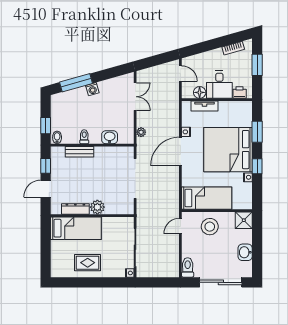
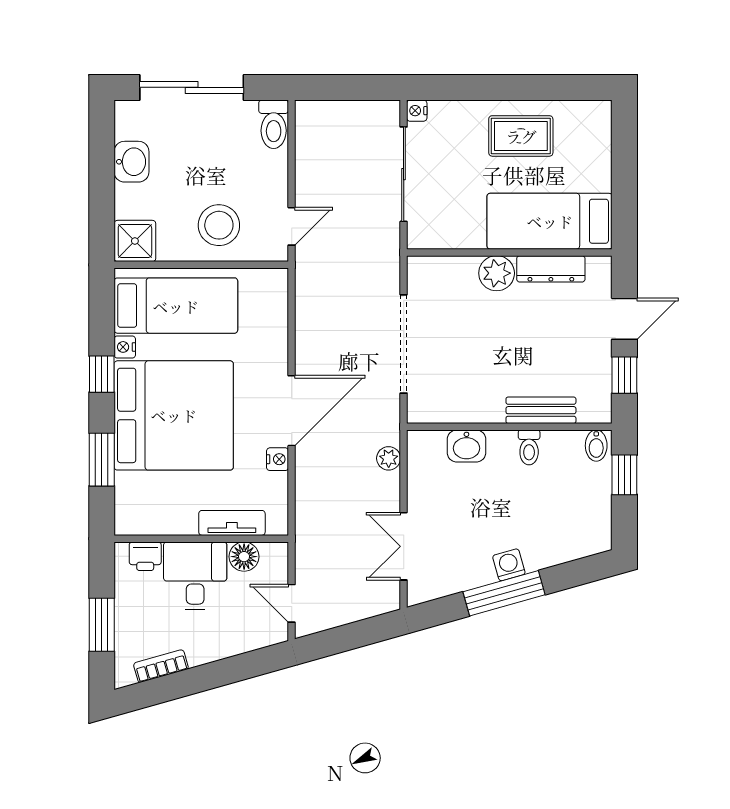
window: (76, 83) -> (504, 593), moved
bed: (207, 198) -> (176, 306), moved, turned 180

